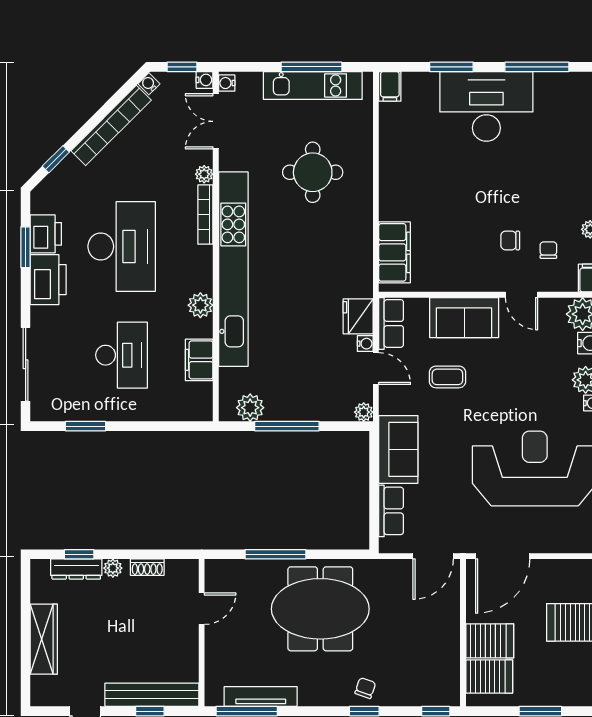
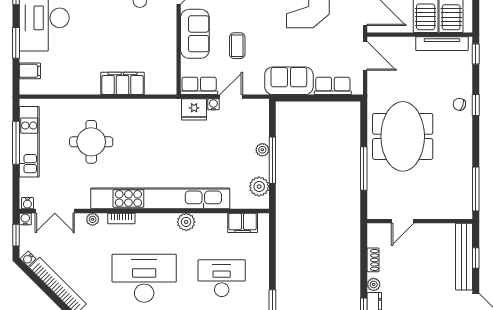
filing cabinet: (390, 86) -> (30, 71), moved
bookcase: (205, 215) -> (121, 218), width x0.64
filing cabinet: (395, 252) -> (122, 83), moved
filing cabinet: (199, 360) -> (243, 223), moved
plant: (364, 412) -> (262, 150), moved
door: (202, 609) -> (403, 221), swing flipped
tv unit: (261, 696) -> (442, 44), moved, turned -90

